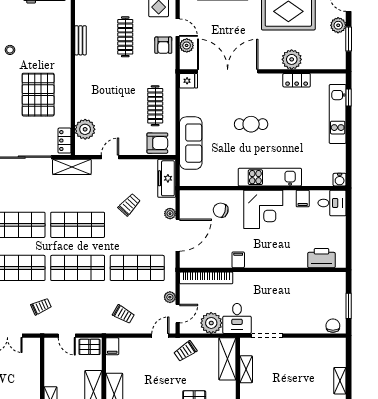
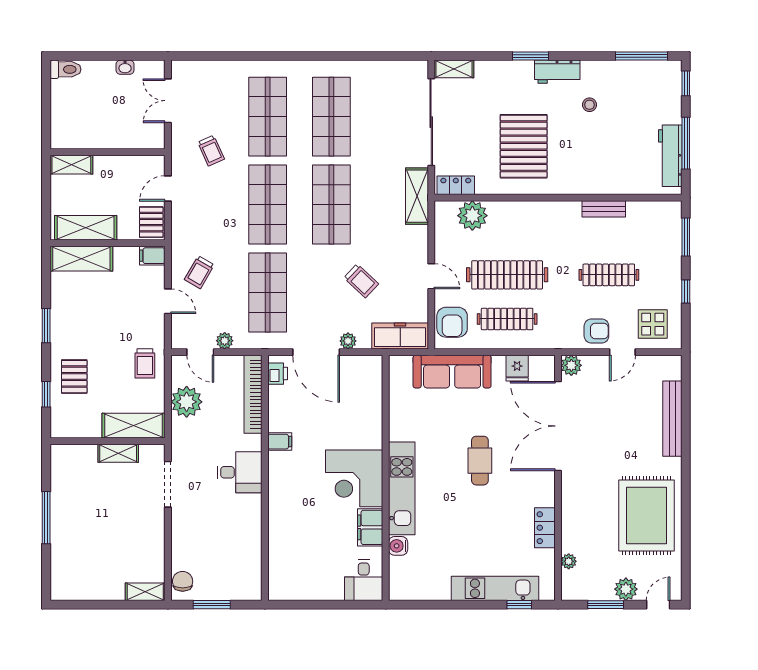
armchair: (163, 45) -> (596, 331), turned 180
plant: (187, 45) -> (571, 365), moved
plant: (292, 59) -> (569, 561), moved, width x0.53, depth x0.53
double door: (228, 71) -> (558, 426), swing flipped
fridge: (188, 81) -> (517, 368), moved
pallet: (38, 95) -> (524, 146), turned 90
clothes rail: (125, 106) -> (507, 275), added
door: (110, 157) -> (431, 276), moved
water cooler: (340, 180) -> (398, 546), moved
filing cabinet: (303, 199) -> (370, 527), width x2.00
chair: (221, 210) -> (353, 416), removed
printer: (321, 258) -> (278, 374), moved, width x0.53, depth x0.68
desk: (237, 318) -> (240, 472), moved, turned 180
chair: (333, 326) -> (183, 581), turned -90
door: (160, 336) -> (168, 301), moved
trolley: (185, 351) -> (145, 363), turned -146
shelving: (340, 381) -> (145, 592), moved

